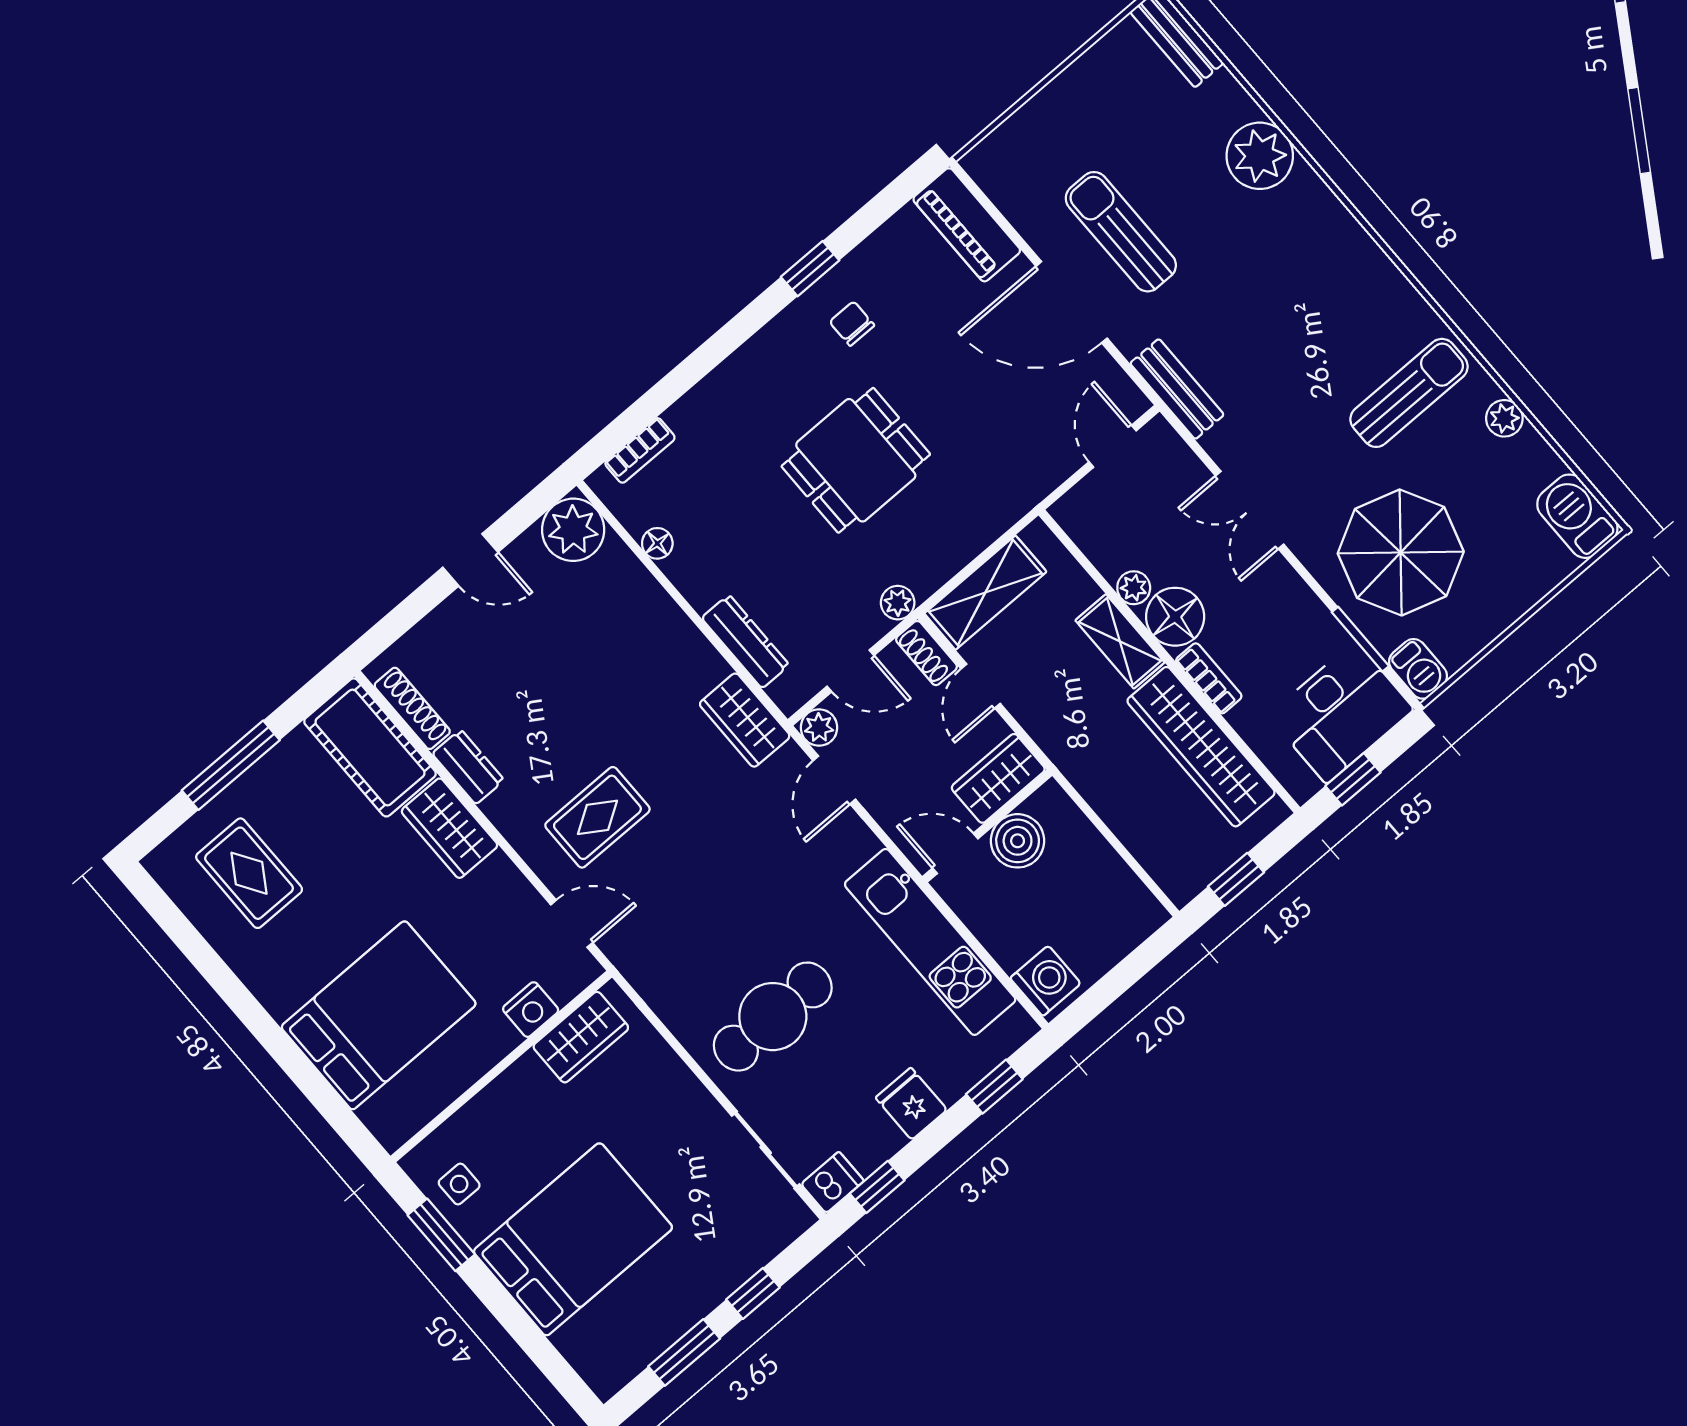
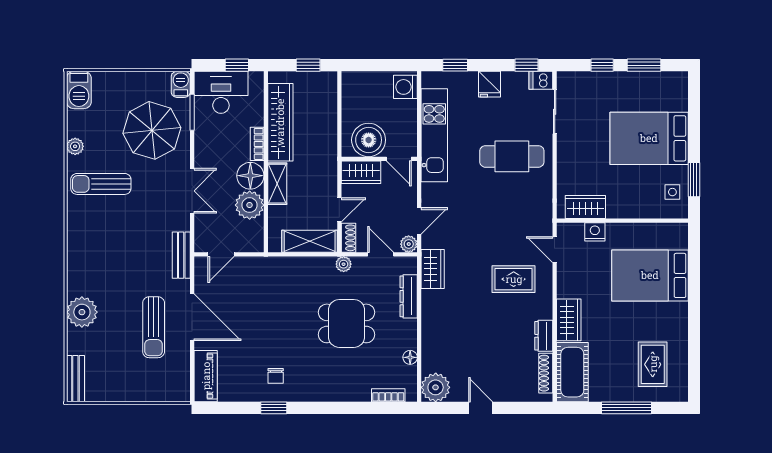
dining table: (856, 460) -> (347, 323), moved
plant: (1134, 588) -> (250, 205), width x1.88, depth x1.88
boiler: (1018, 841) -> (369, 140), width x1.37, depth x1.37

